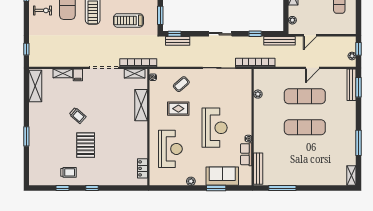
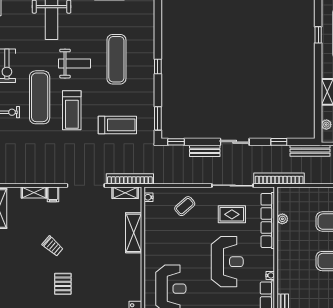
treadmill: (128, 20) -> (117, 125), turned 180
bench: (178, 41) -> (205, 151), moved
row of seats: (246, 95) -> (268, 220), added
rug: (178, 109) -> (232, 214), moved
pallet: (86, 145) -> (63, 284), width x0.67, depth x0.71

